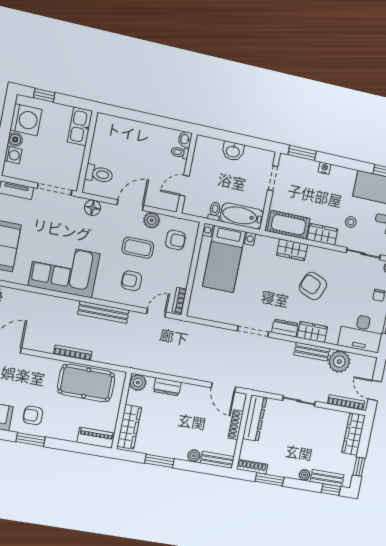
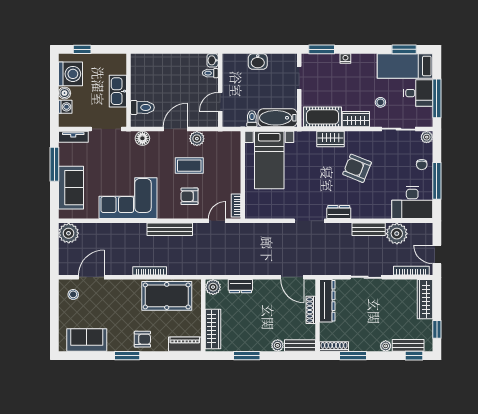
kitchen sink: (80, 126) -> (118, 91), moved
armchair: (176, 240) -> (222, 152), removed
wardrobe: (312, 332) -> (365, 211), removed
armchair: (33, 415) -> (142, 339), moved, turned 180

